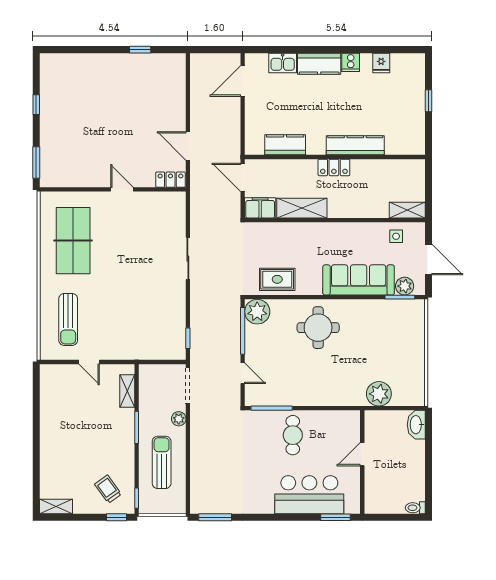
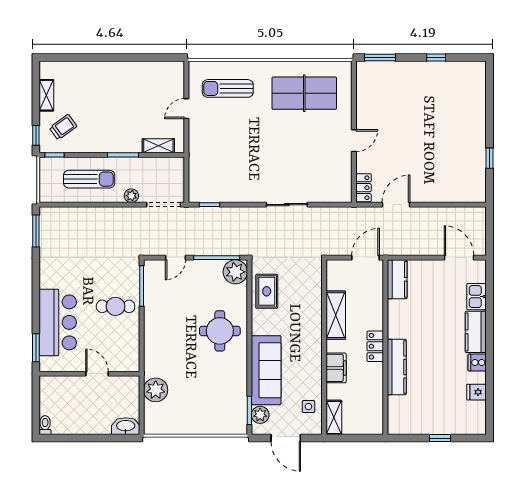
kitchen counter: (285, 145) -> (397, 279), moved
filing cabinet: (260, 208) -> (336, 368), moved
door: (429, 260) -> (286, 438), hinge flipped
shelving: (56, 506) -> (46, 95), moved

